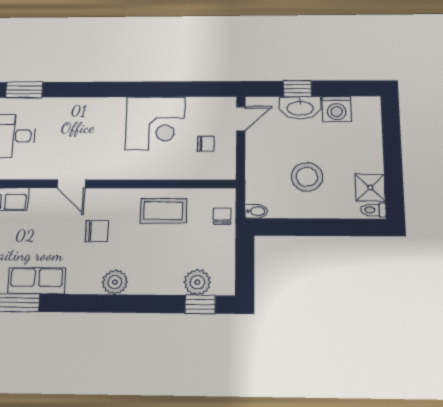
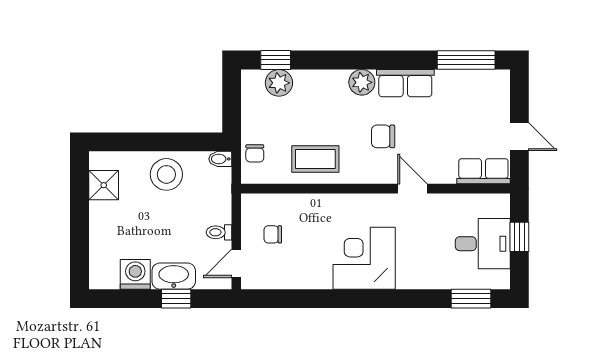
corner desk: (155, 123) -> (364, 258), moved
stool: (307, 177) -> (166, 174), moved
toilet: (373, 210) -> (219, 232), moved, turned 180
row of seats: (37, 281) -> (405, 83), moved

